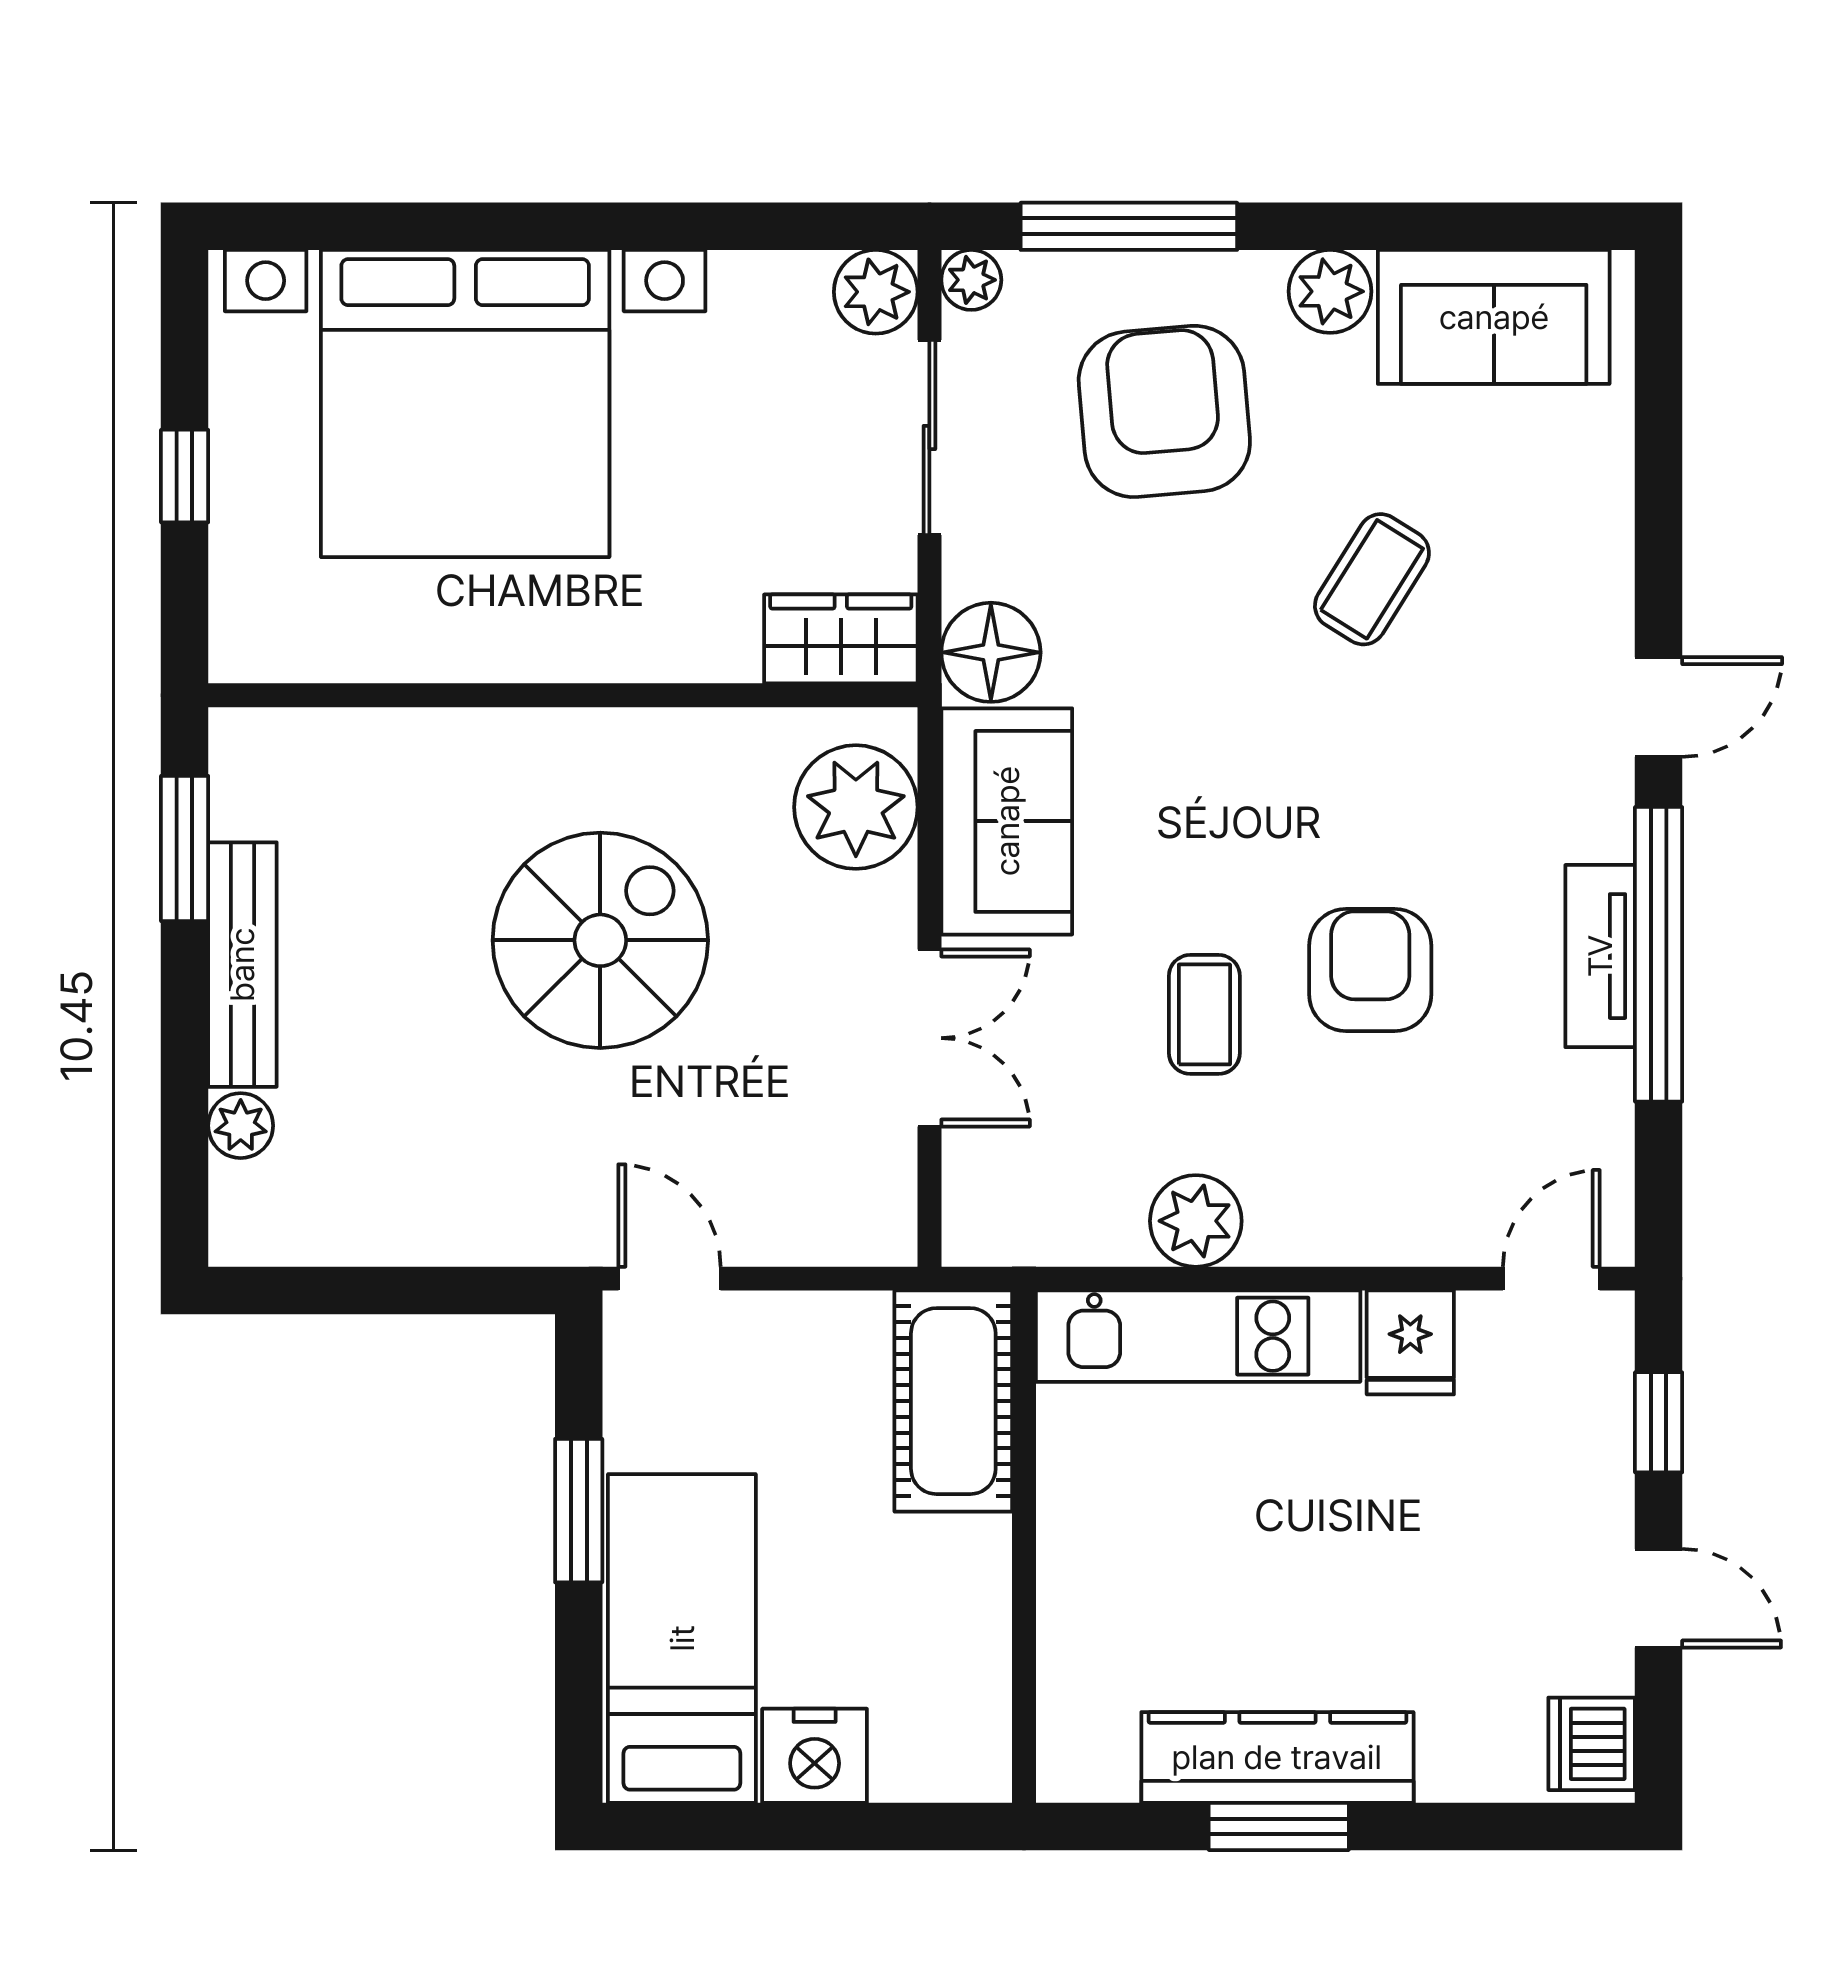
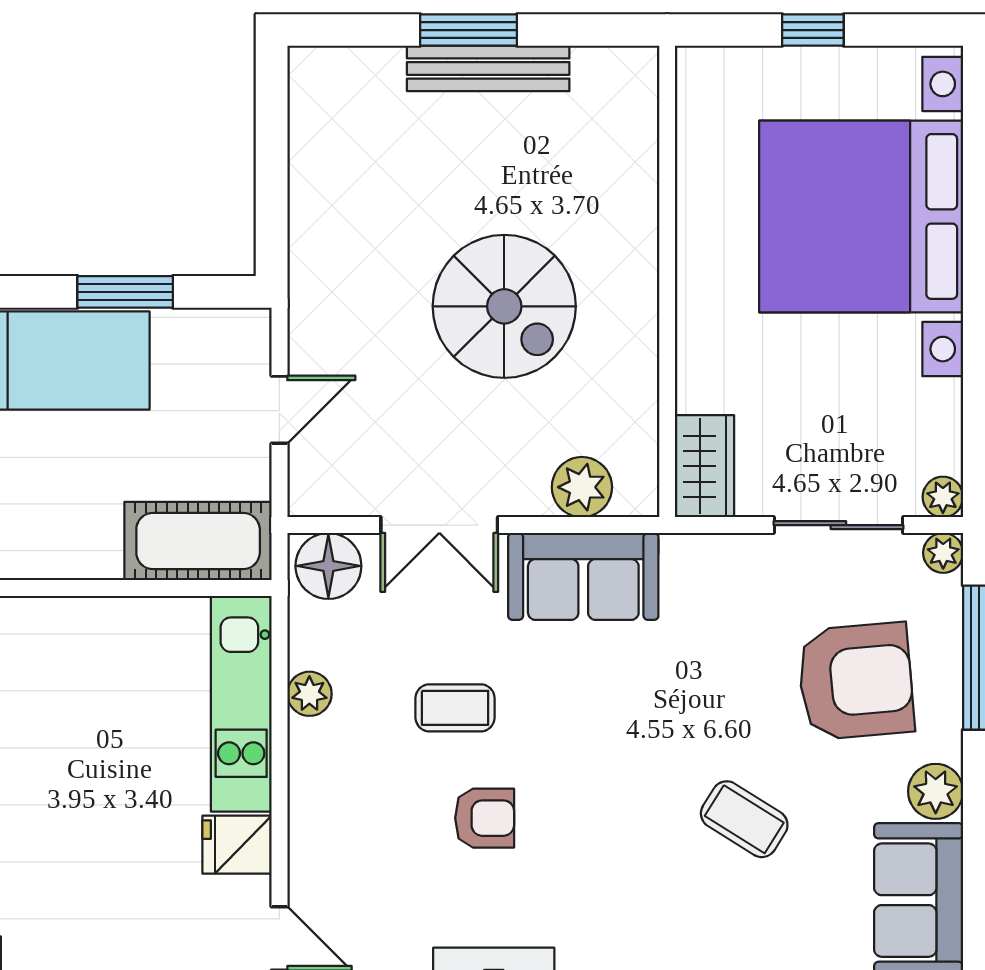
plant: (876, 292) -> (943, 497), width x0.73, depth x0.73
floor lamp: (991, 652) -> (328, 566), moved
plant: (856, 807) -> (582, 487), width x0.73, depth x0.73
window: (185, 848) -> (468, 30), moved
armchair: (1370, 970) -> (485, 818), width x0.72, depth x0.72
plant: (241, 1126) -> (381, 67), removed
plant: (1196, 1221) -> (309, 694), width x0.73, depth x0.73
door: (669, 1279) -> (279, 410), moved

